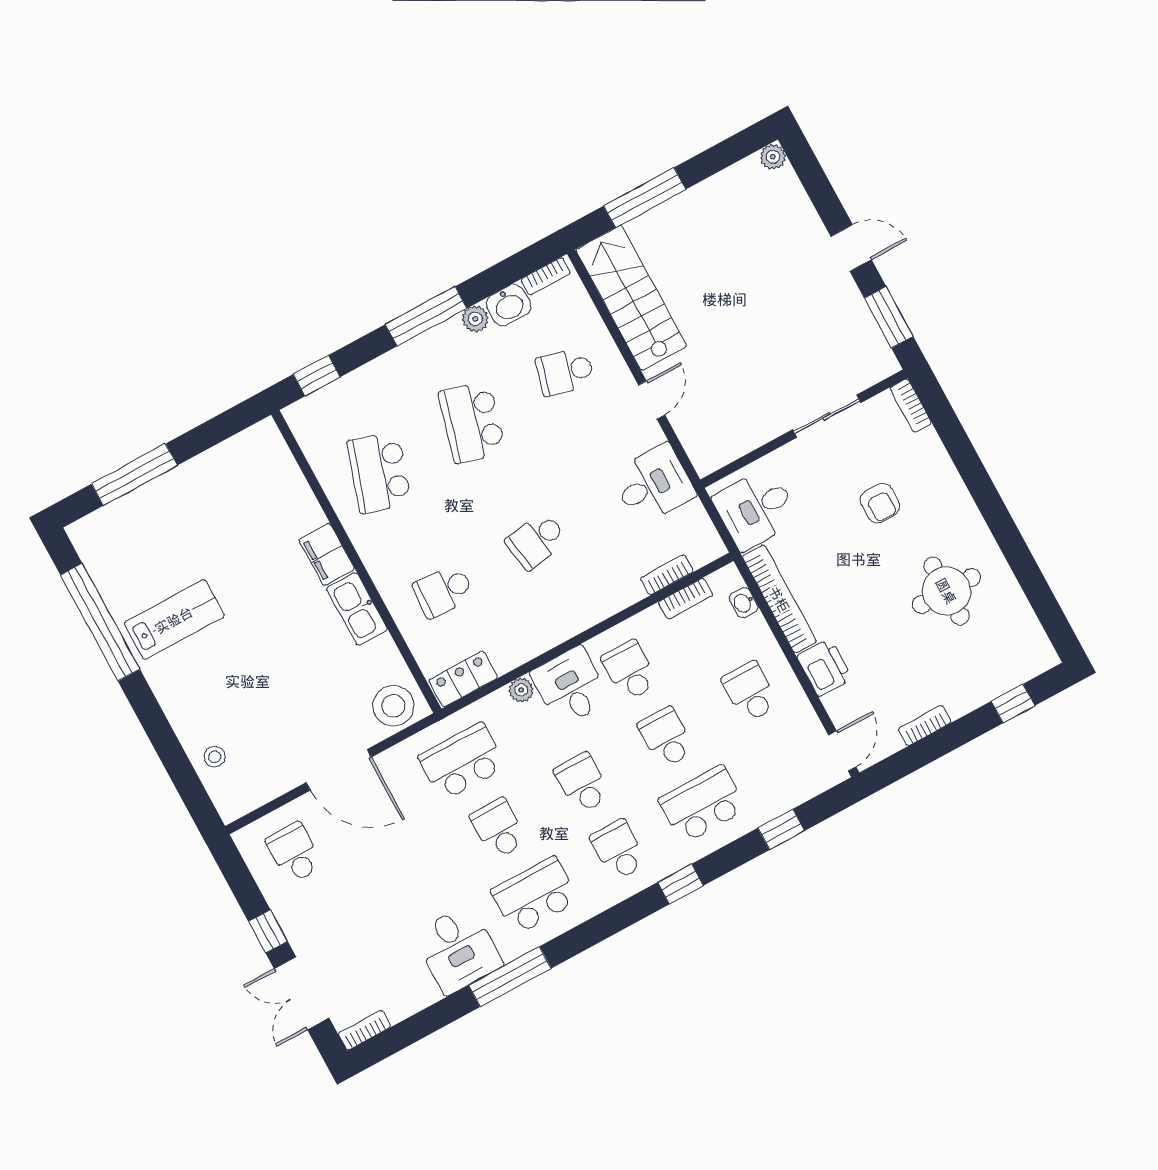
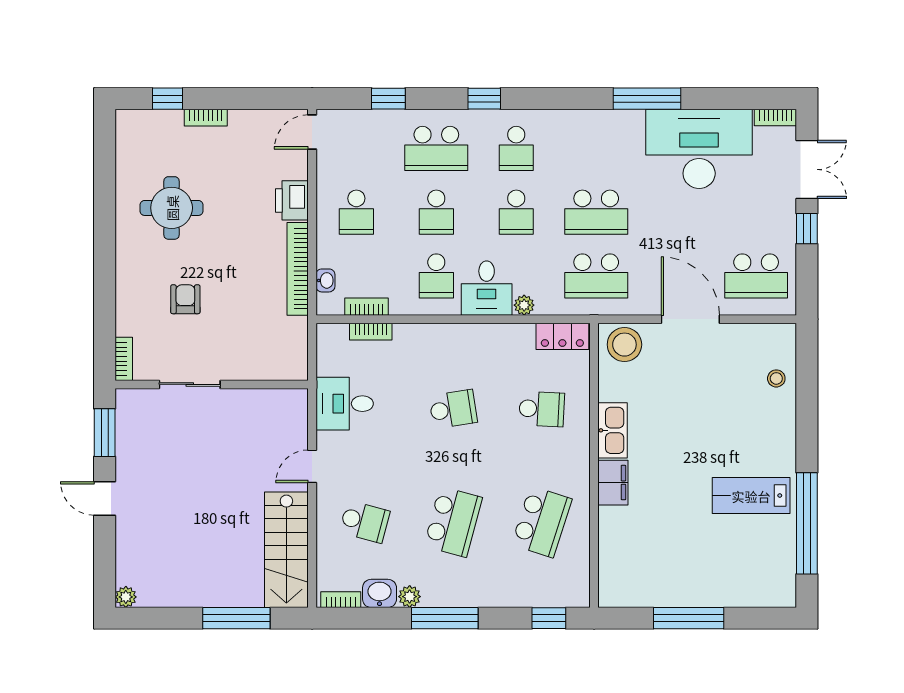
window: (134, 475) -> (689, 618), moved
desk: (756, 509) -> (279, 345), removed
bookcase: (925, 726) -> (206, 118), moved
school desk: (498, 829) -> (596, 212), width x1.85
school desk: (294, 853) -> (756, 276), width x1.85
school desk: (535, 896) -> (596, 148), removed
desk: (458, 949) -> (699, 149), width x1.87, depth x1.30

